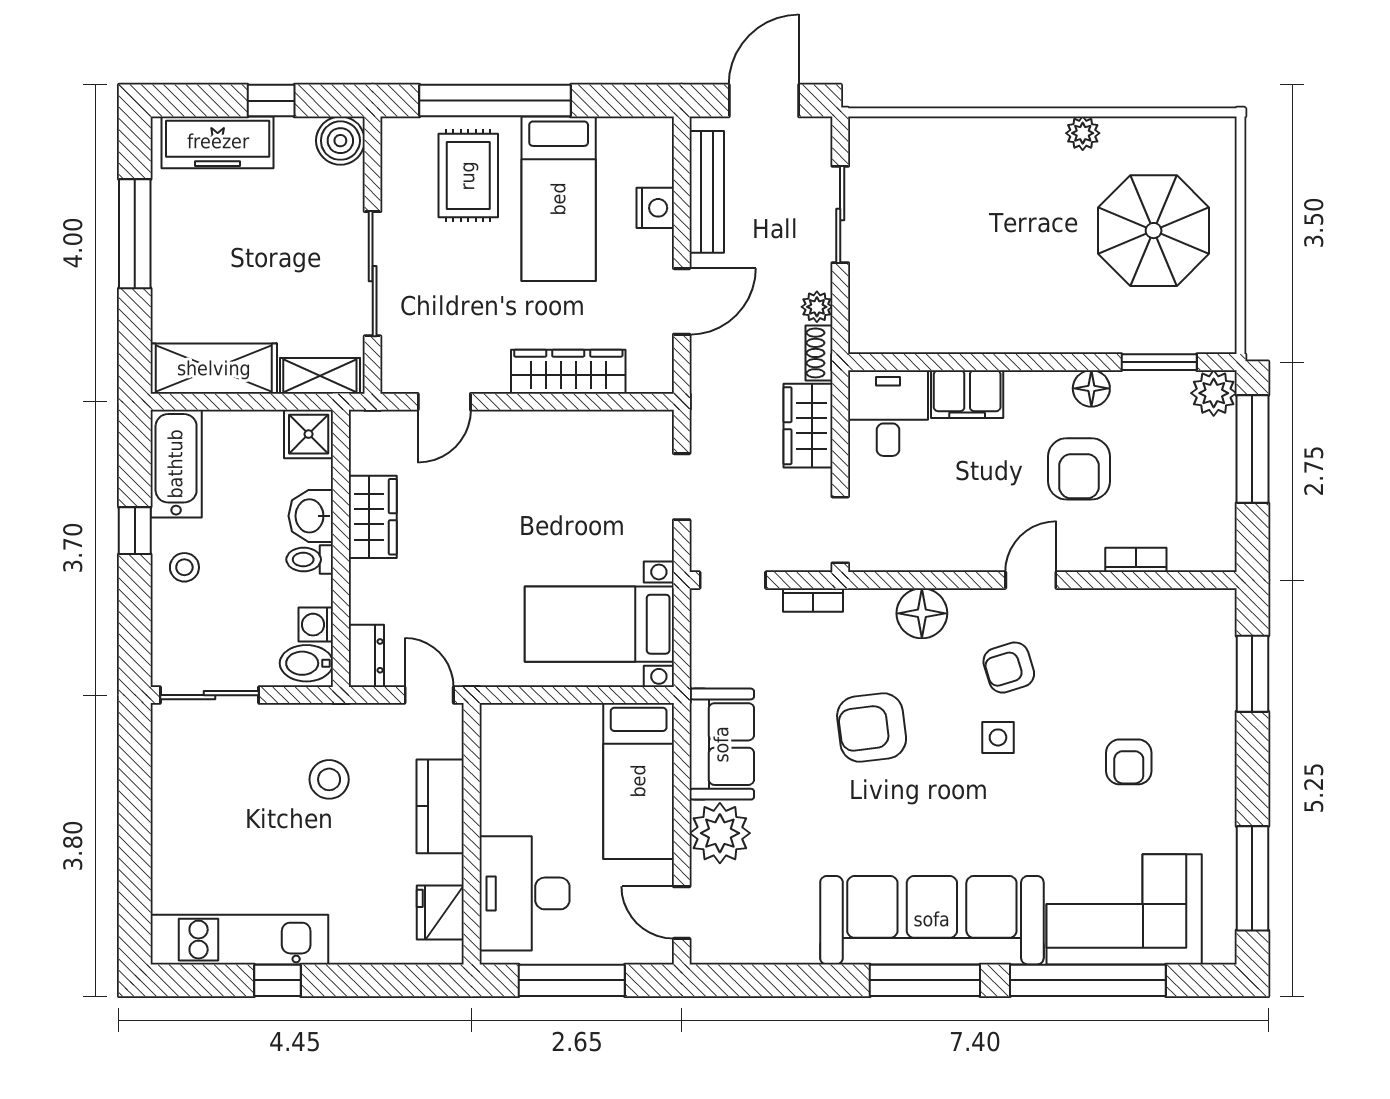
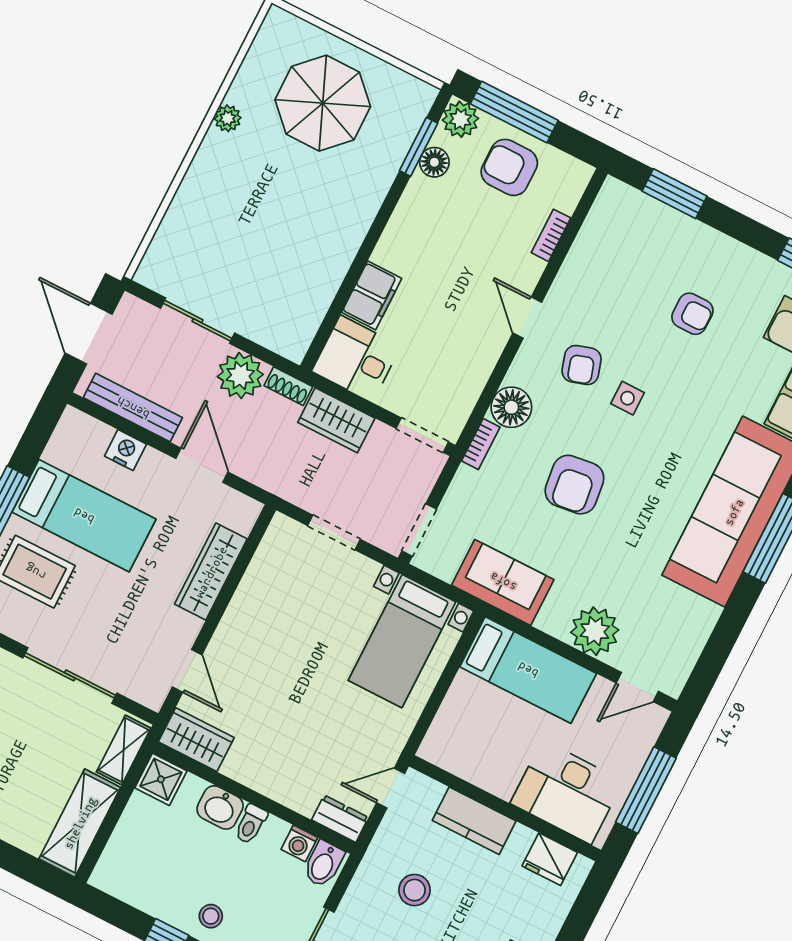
plant: (817, 307) -> (240, 376), width x1.87, depth x1.87
floor lamp: (1091, 388) -> (434, 162), moved
bathtub: (176, 464) -> (134, 884), removed
armchair: (1079, 469) -> (509, 167), moved, turned 180
wardrobe: (373, 517) -> (196, 740), moved
bookcase: (813, 600) -> (481, 444), moved
sofa: (722, 744) -> (503, 582), moved

